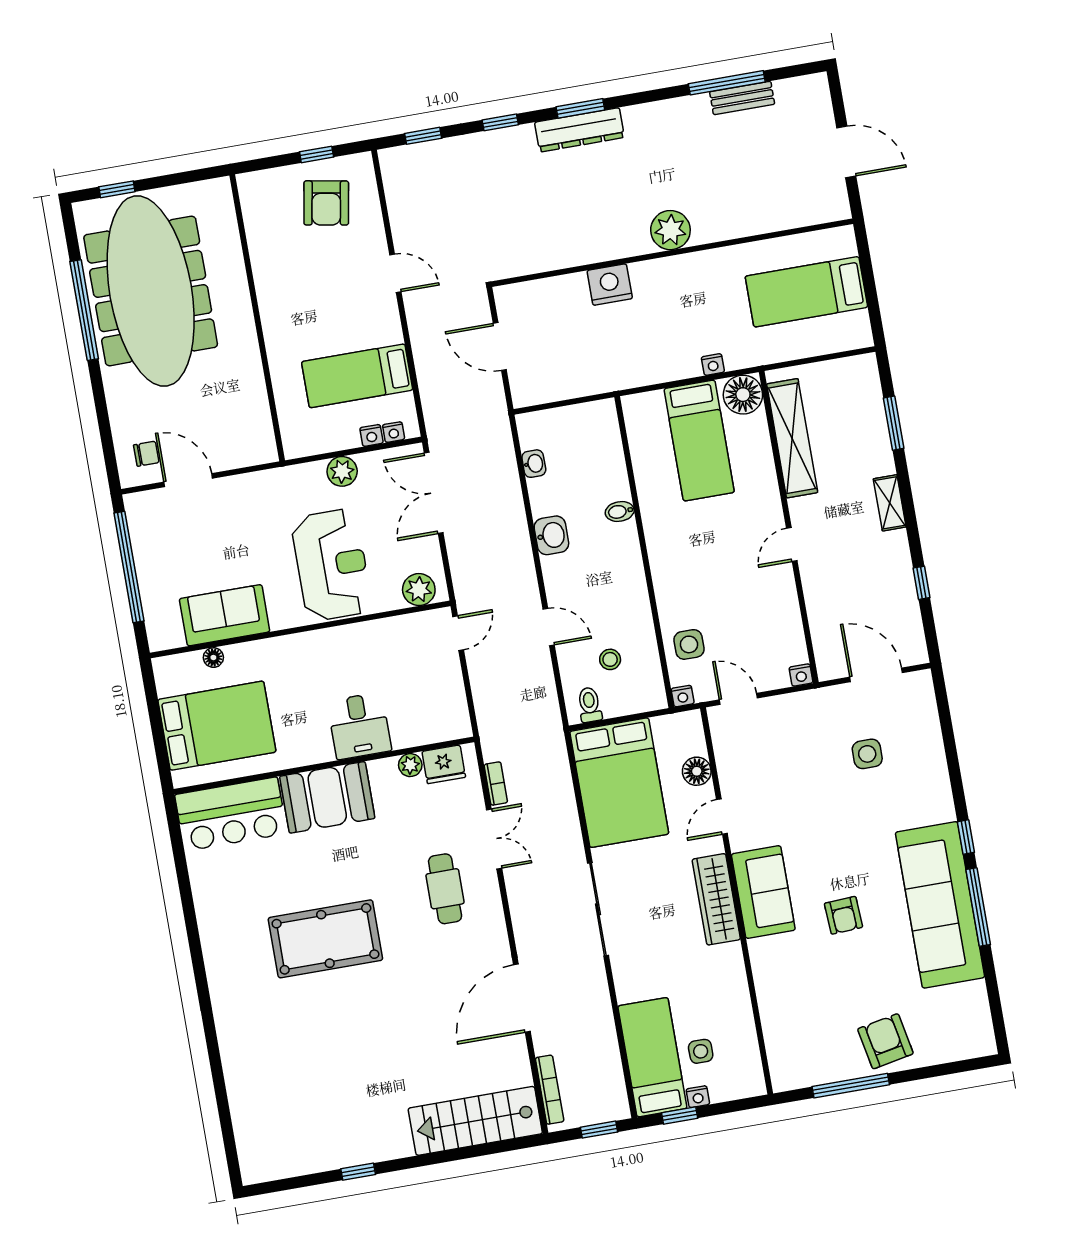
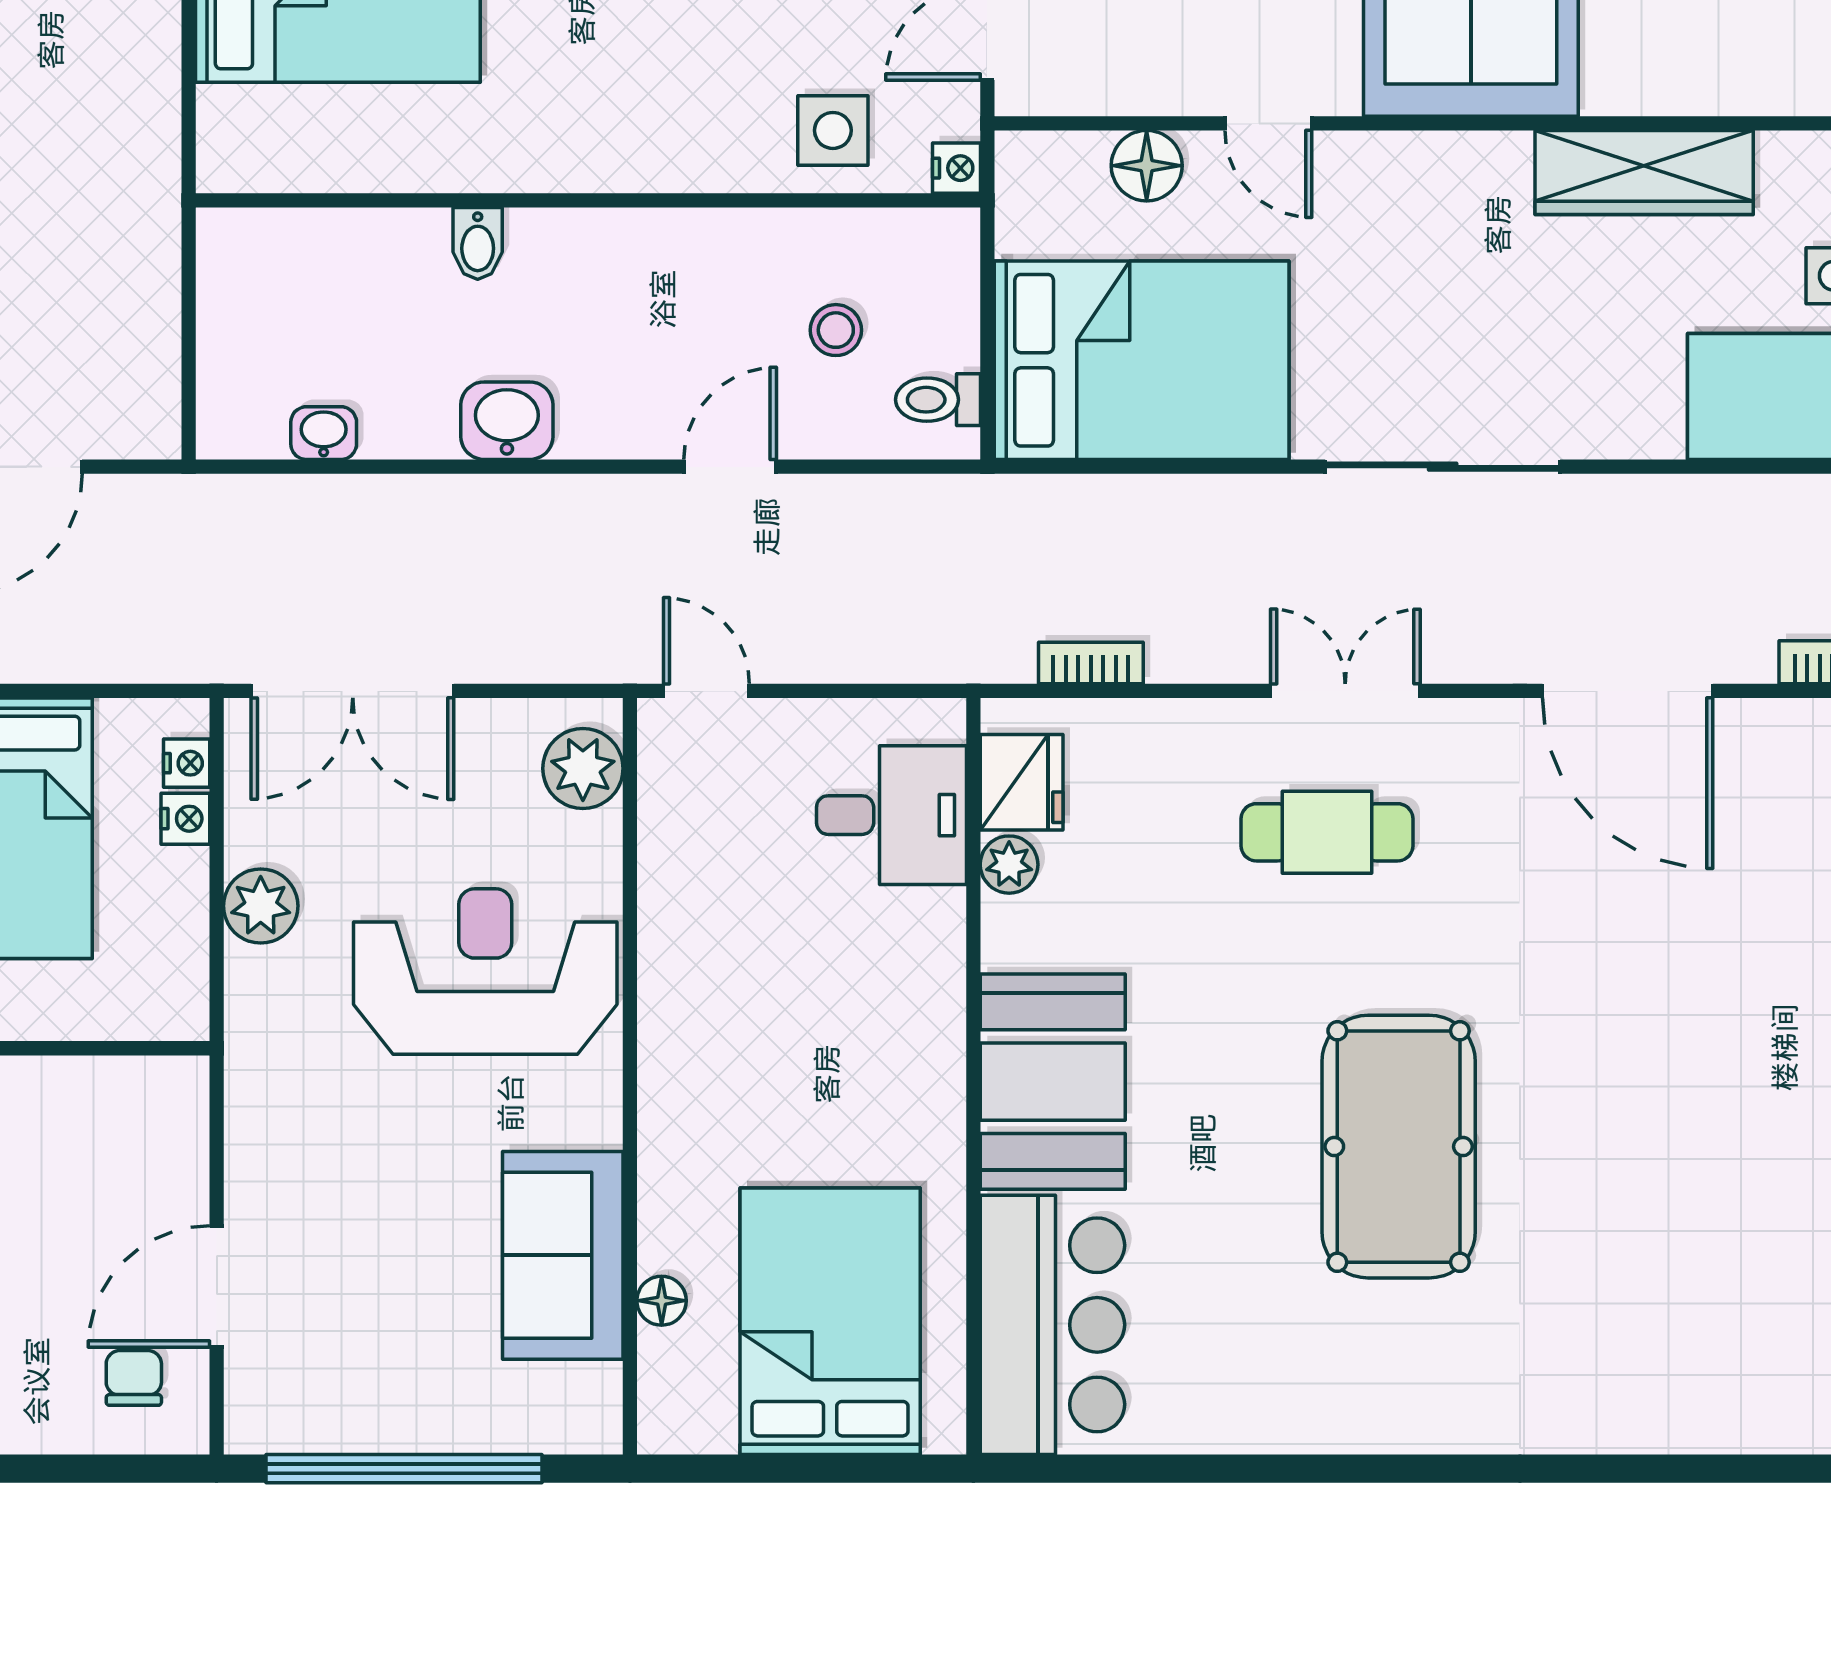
desk: (359, 726) -> (891, 815), moved
double door: (494, 839) -> (1345, 691), moved
wardrobe: (716, 899) -> (1644, 172), moved

